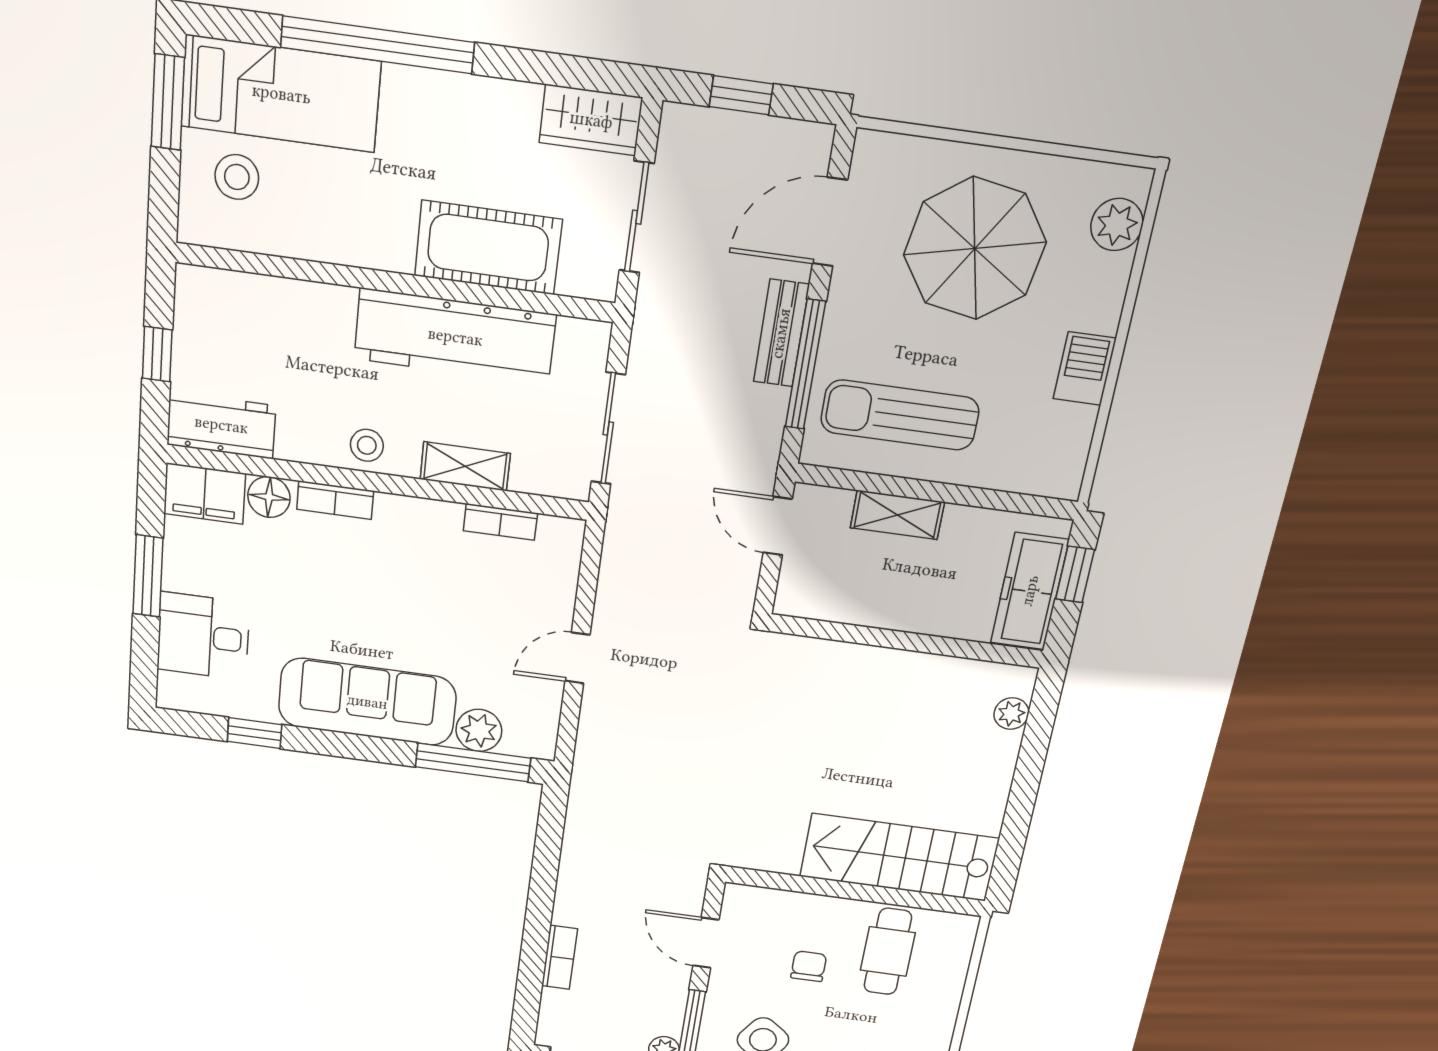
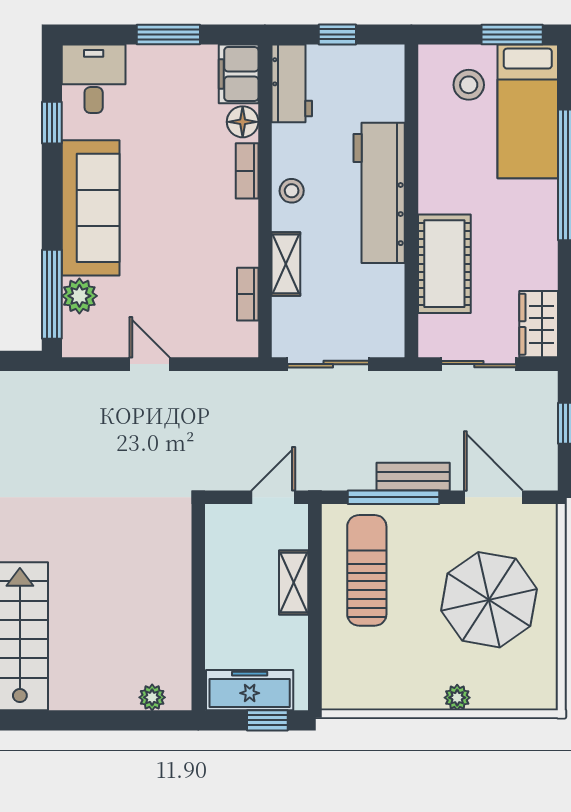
plant: (1117, 225) -> (457, 698), moved, width x0.73, depth x0.73
workbench: (455, 337) -> (379, 193), moved
barbecue: (1085, 369) -> (418, 693), removed
desk: (203, 636) -> (94, 79), moved

